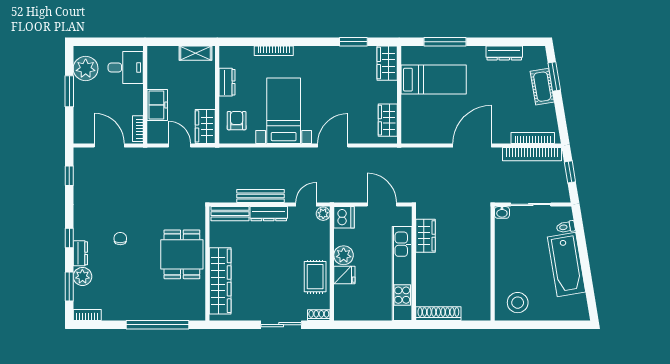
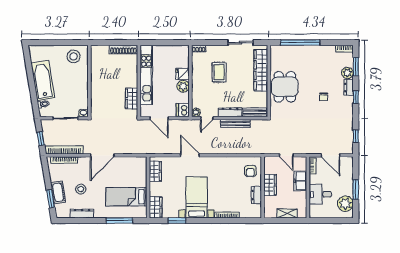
shelving: (196, 53) -> (287, 213), moved
desk: (126, 67) -> (320, 194), moved
stool: (506, 92) -> (81, 189), added
bed with nightstands: (284, 111) -> (197, 197), moved, turned 180
wardrobe: (205, 126) -> (270, 185), moved
door: (333, 145) -> (190, 155), swing flipped
rug: (315, 277) -> (219, 72), moved
sliding door: (281, 325) -> (241, 43), moved

